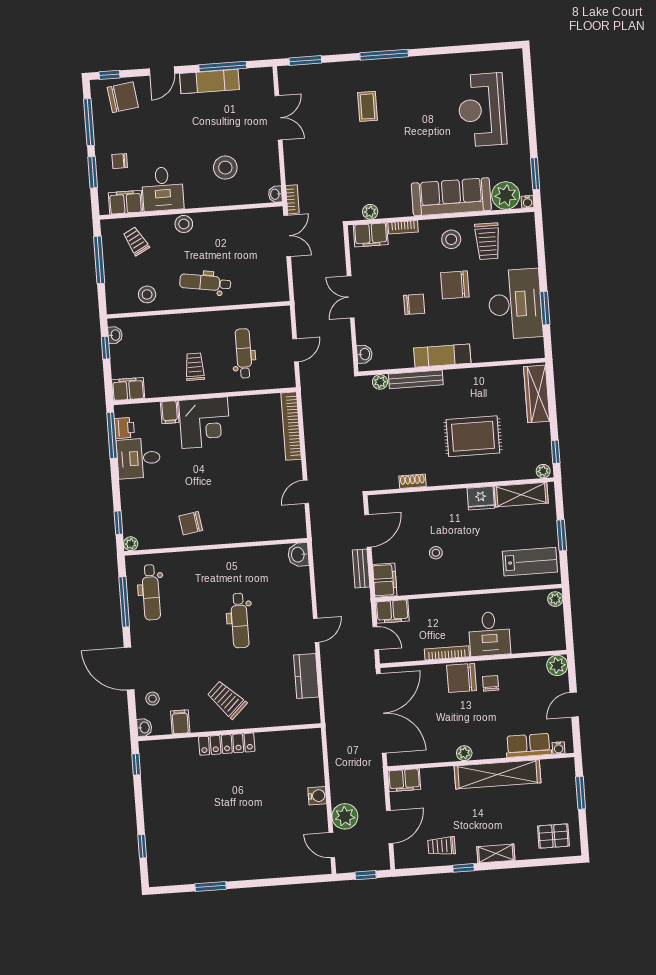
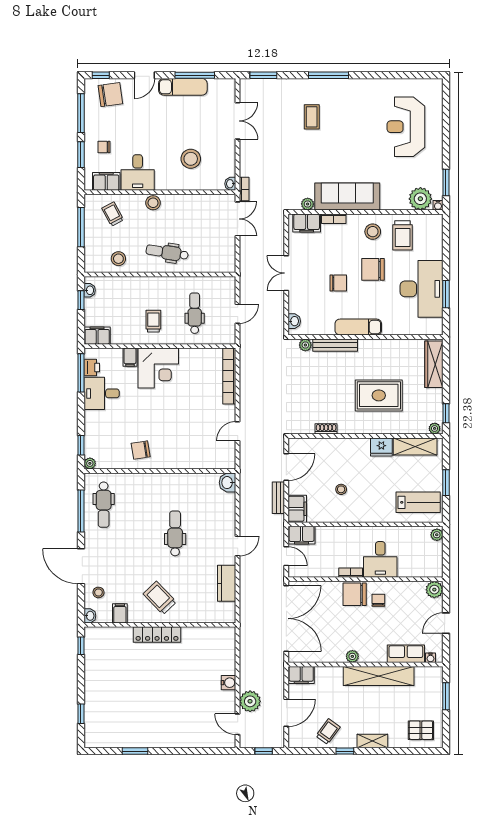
sofa: (451, 197) -> (347, 197), moved
dental chair: (240, 621) -> (175, 533), turned 180
bookcase: (447, 653) -> (351, 573), width x0.64
trolley: (442, 846) -> (328, 732), turned 126

